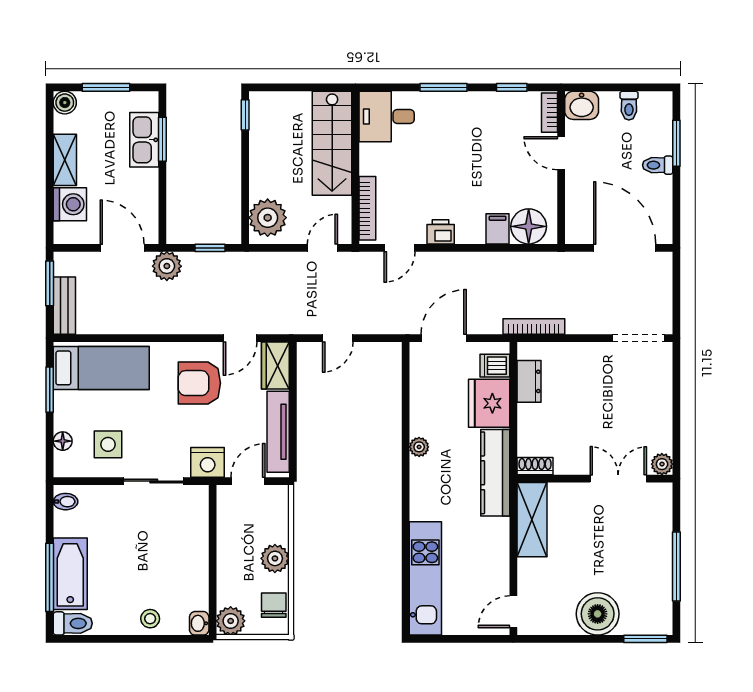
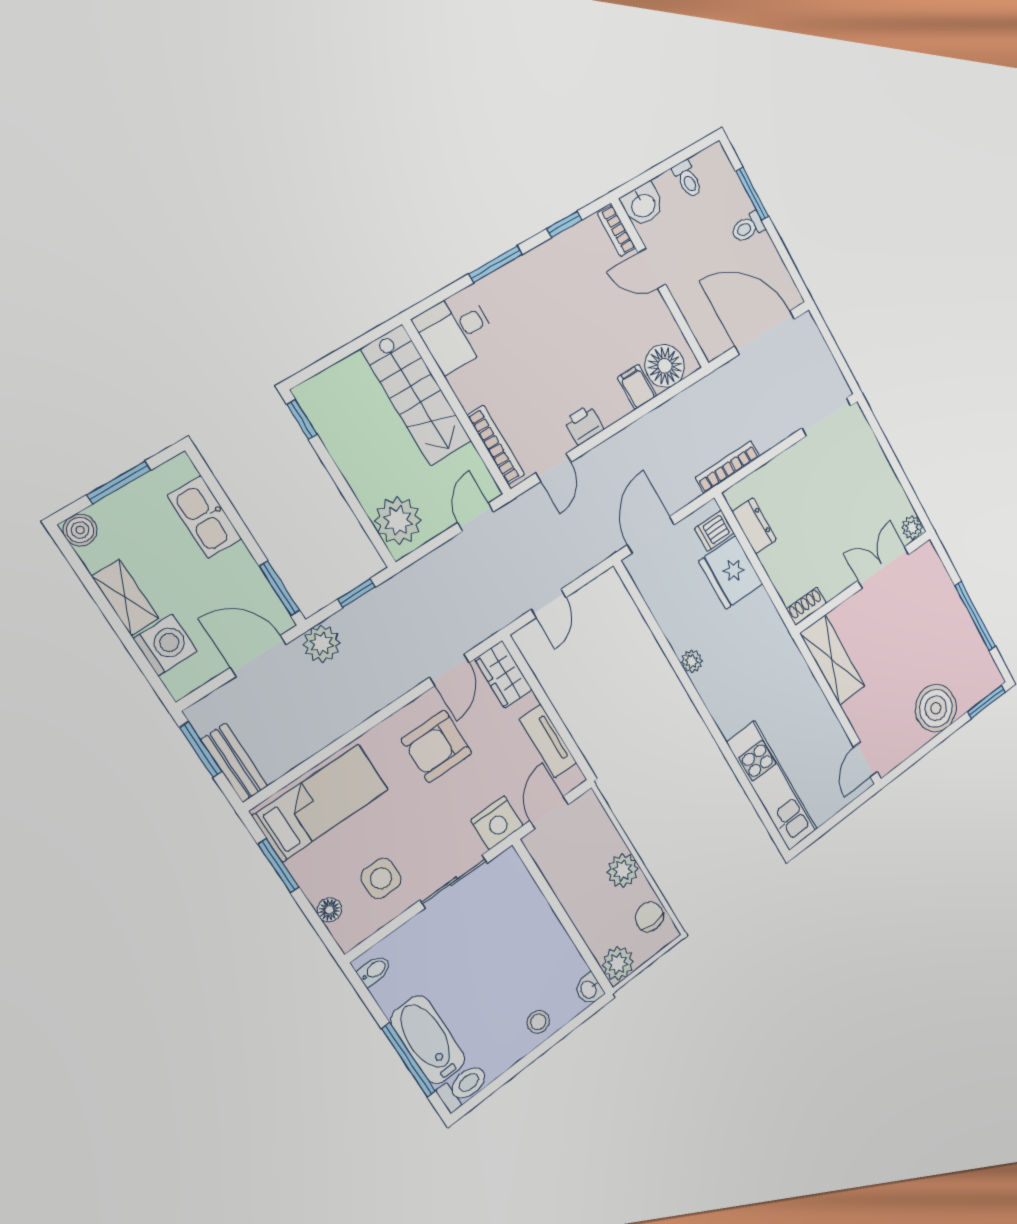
window: (162, 139) -> (279, 588), moved
tv unit: (278, 432) -> (548, 741), width x0.71
kitchen counter: (495, 473) -> (775, 638), removed

